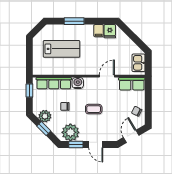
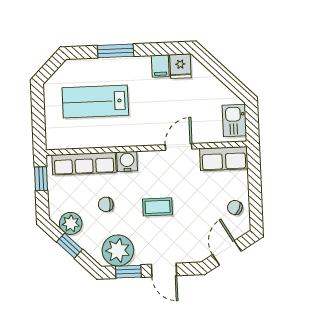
lab bench: (62, 49) -> (95, 102), turned 180

